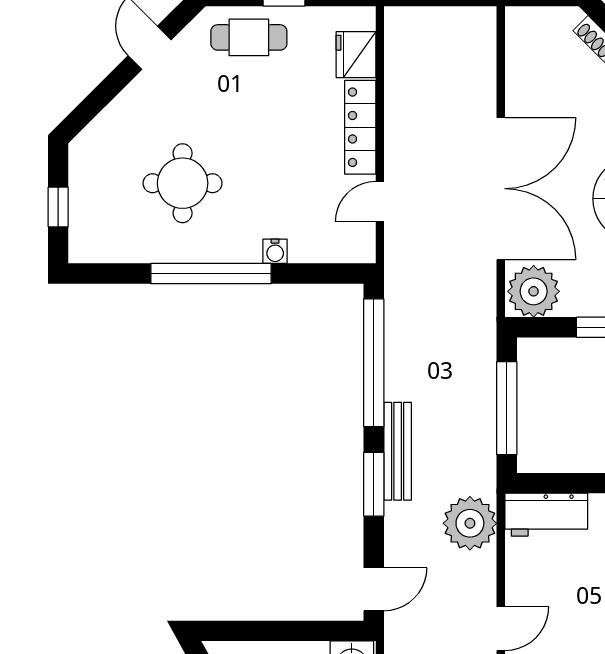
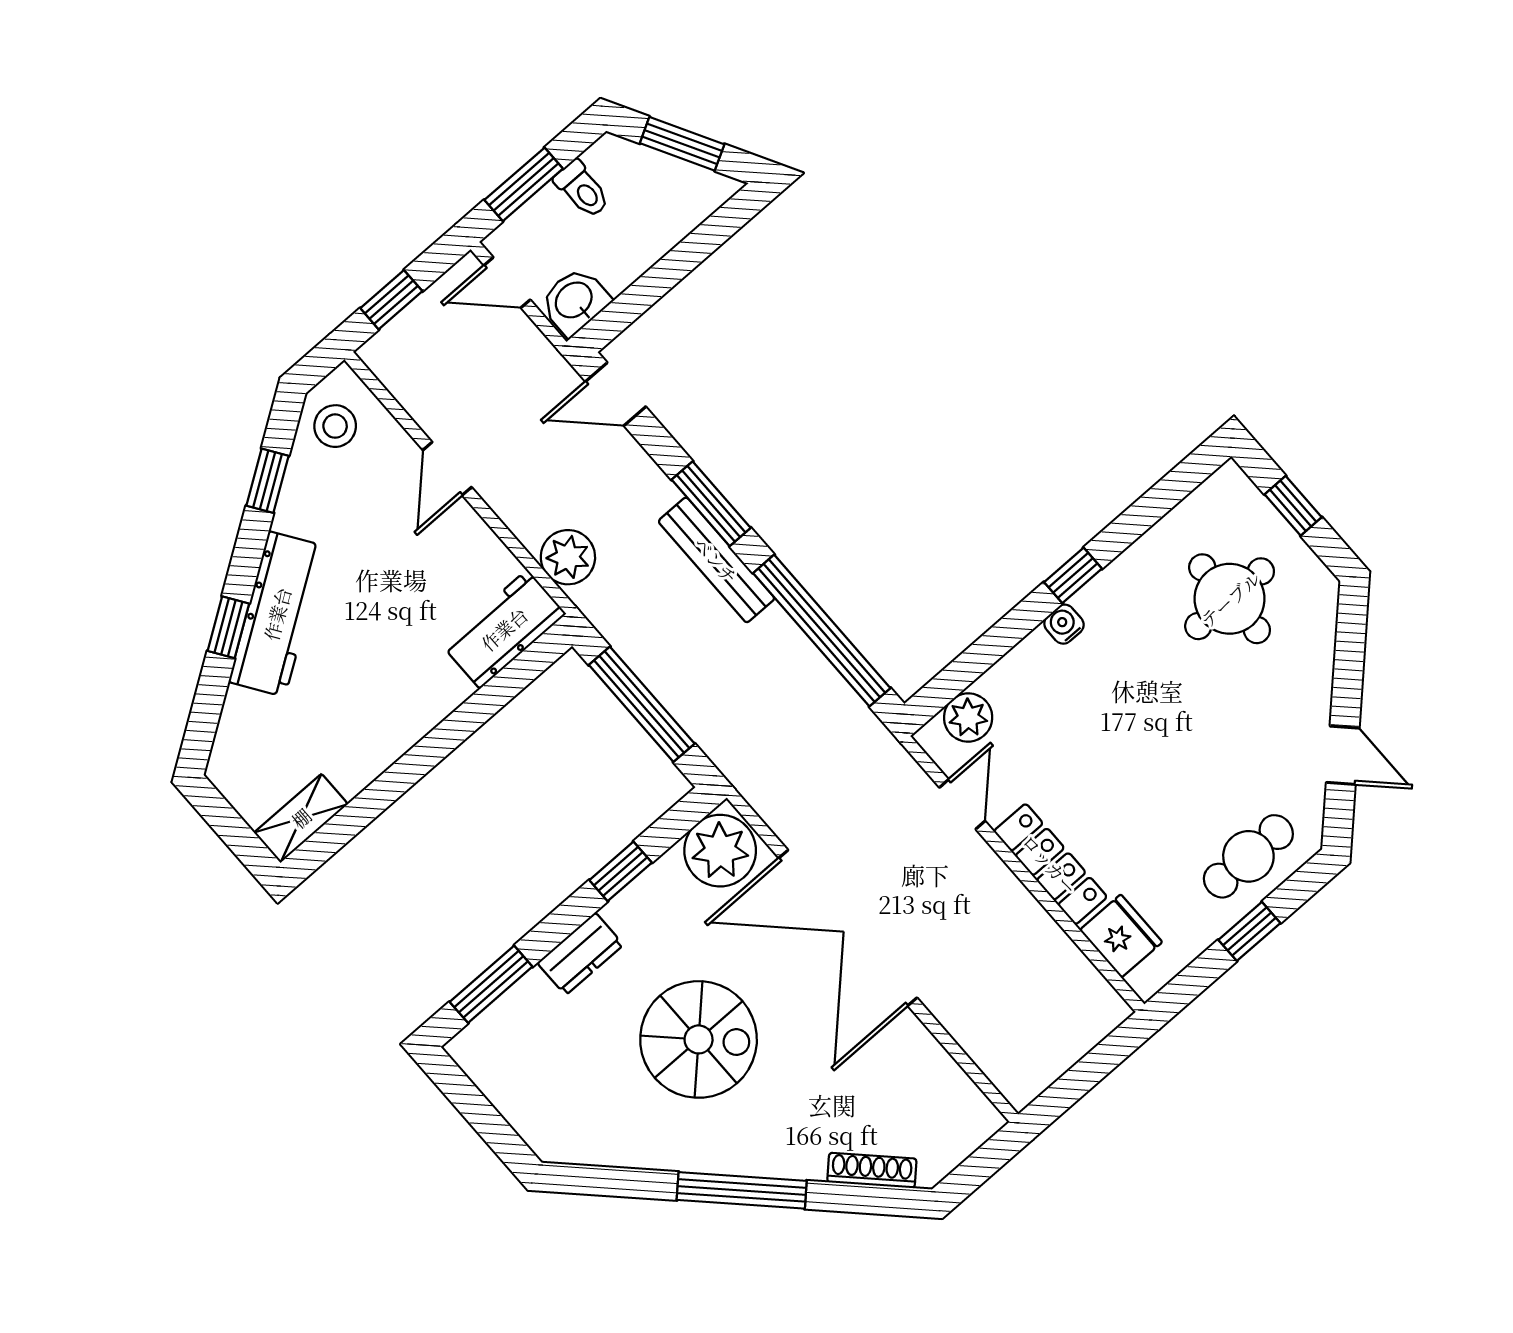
round table: (183, 183) -> (1230, 599), moved
plant: (335, 246) -> (968, 717), added
water cooler: (275, 251) -> (1064, 624), moved
window: (211, 274) -> (1073, 575), width x0.32
plant: (470, 523) -> (568, 557), width x0.73, depth x0.73
door: (374, 589) -> (616, 394), hinge flipped

